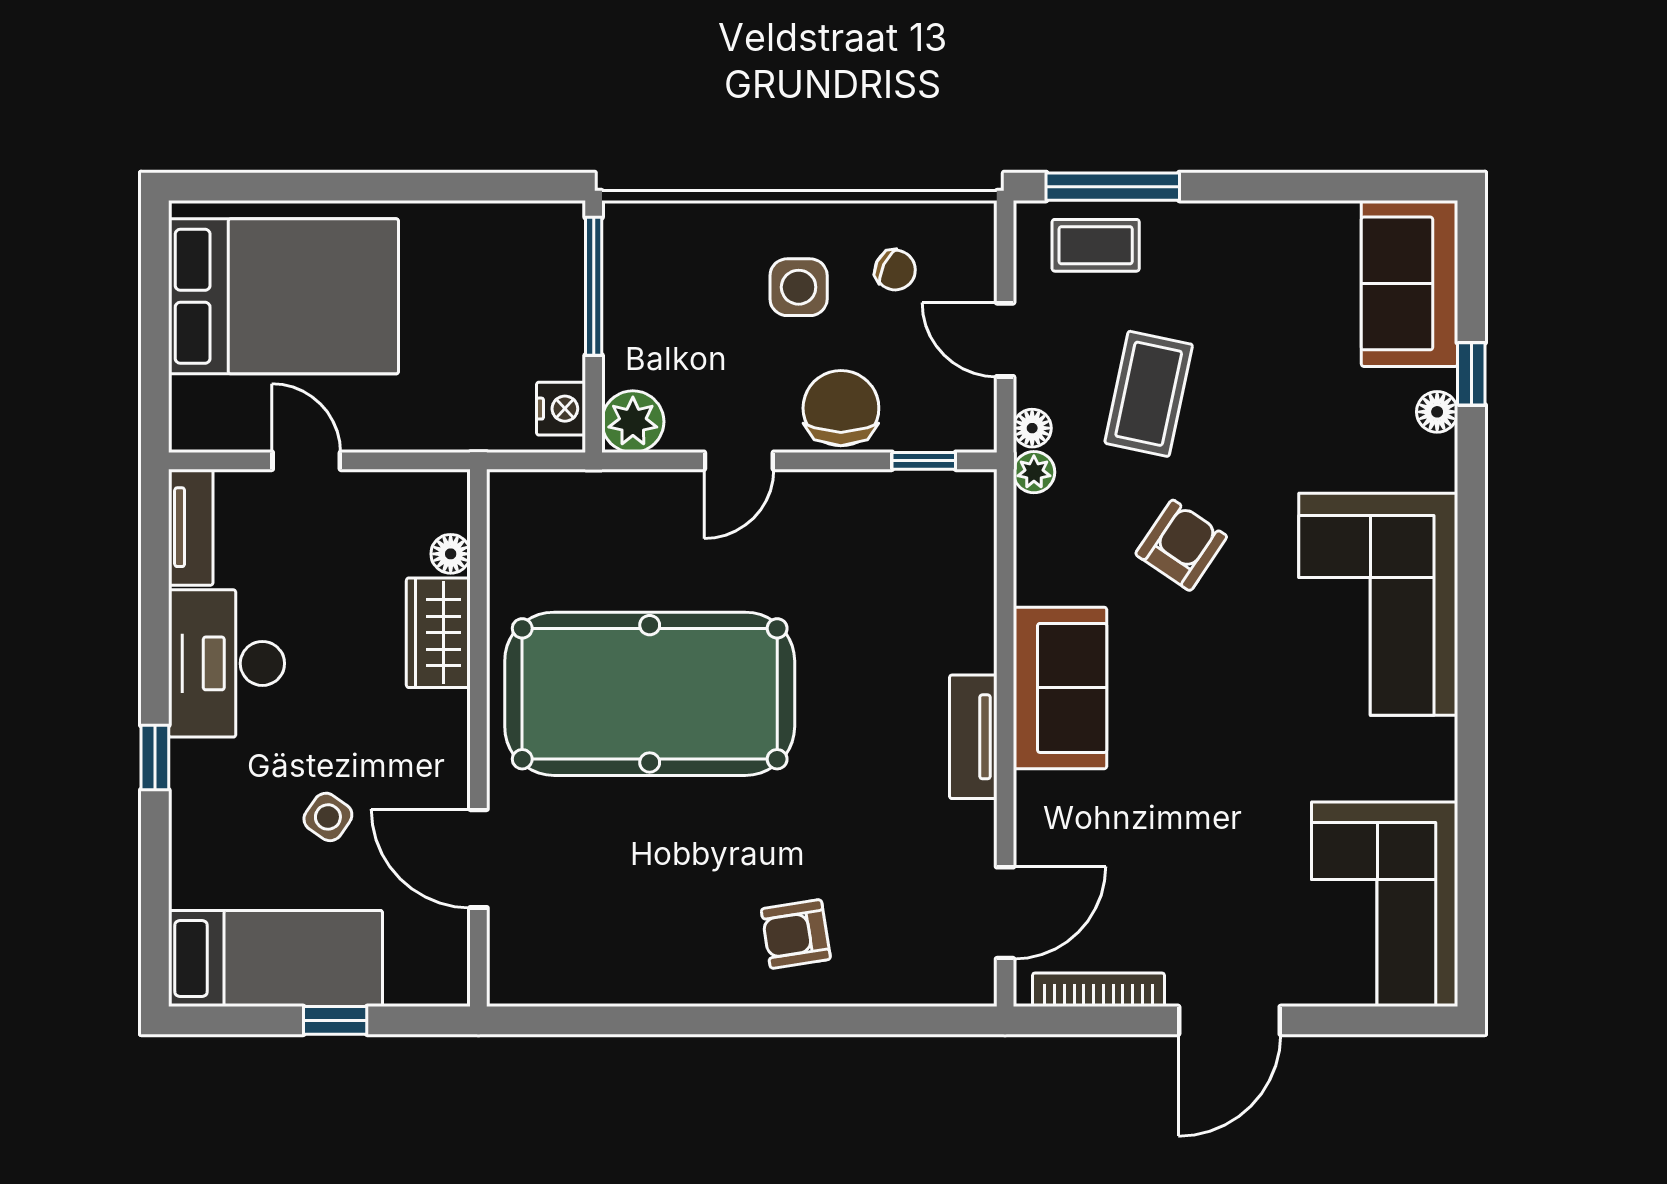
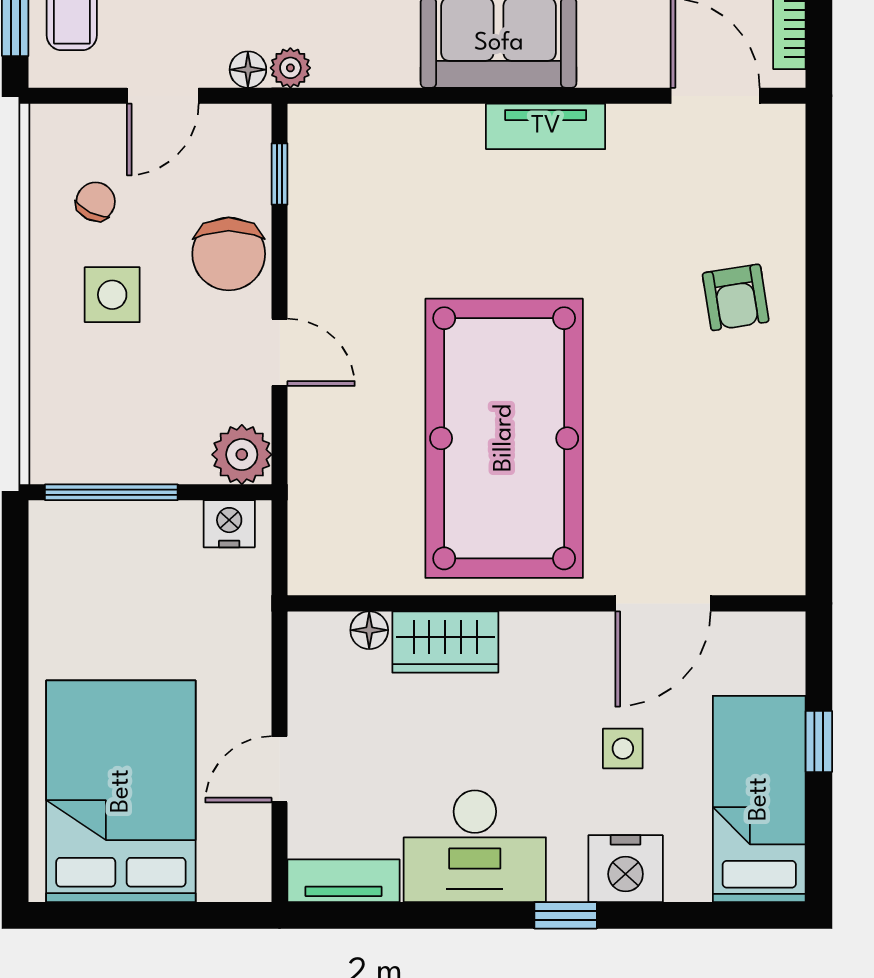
chair: (841, 408) -> (229, 254), turned -90
side table: (328, 817) -> (623, 748), turned -35
nightstand: (203, 820) -> (626, 869), added

